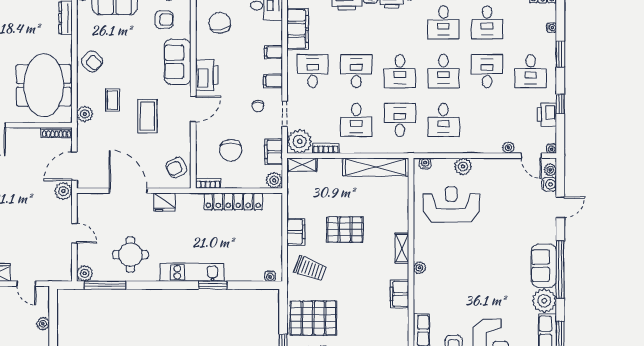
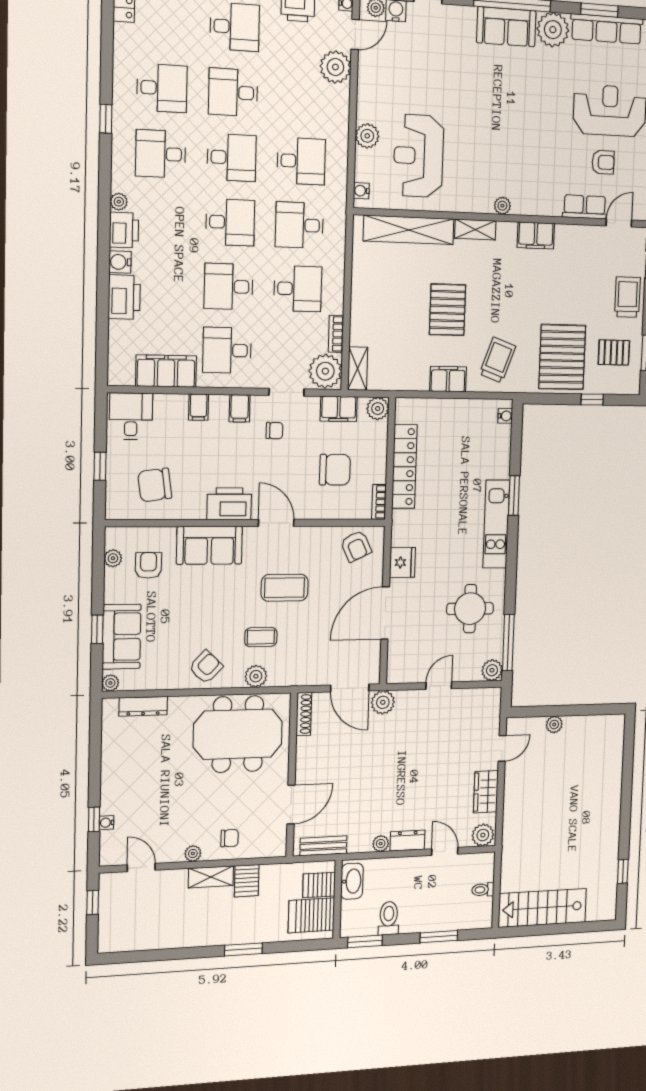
desk: (443, 22) -> (161, 154), turned 180
plant: (85, 114) -> (256, 676), moved
plant: (508, 147) -> (335, 67), width x1.88, depth x1.88
shelving: (376, 167) -> (409, 230), moved, turned 90

